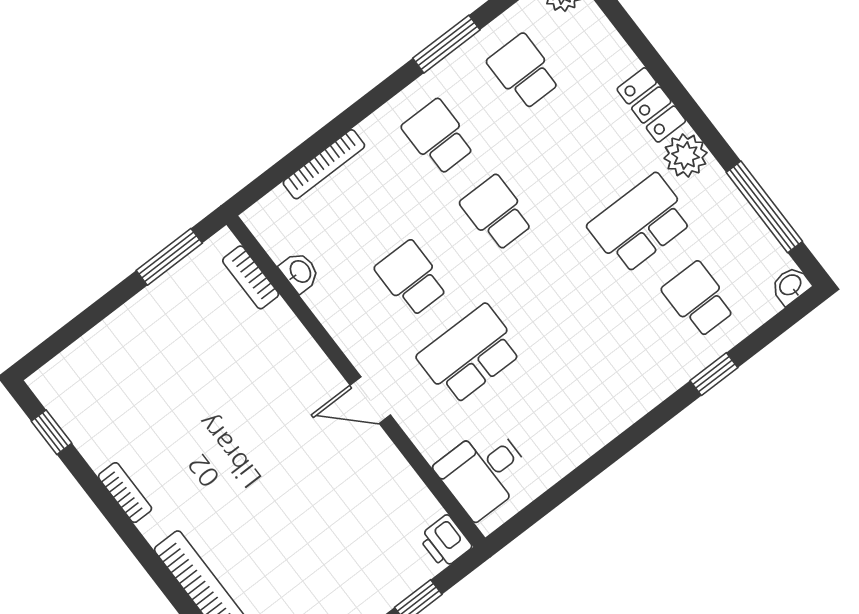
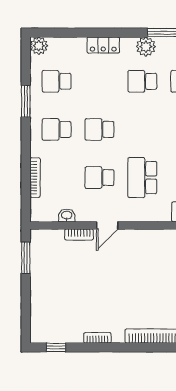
plant: (686, 156) -> (146, 47), moved
school desk: (640, 223) -> (142, 81), width x0.54
bookcase: (251, 277) -> (79, 234), moved
door: (370, 400) -> (107, 225), moved

